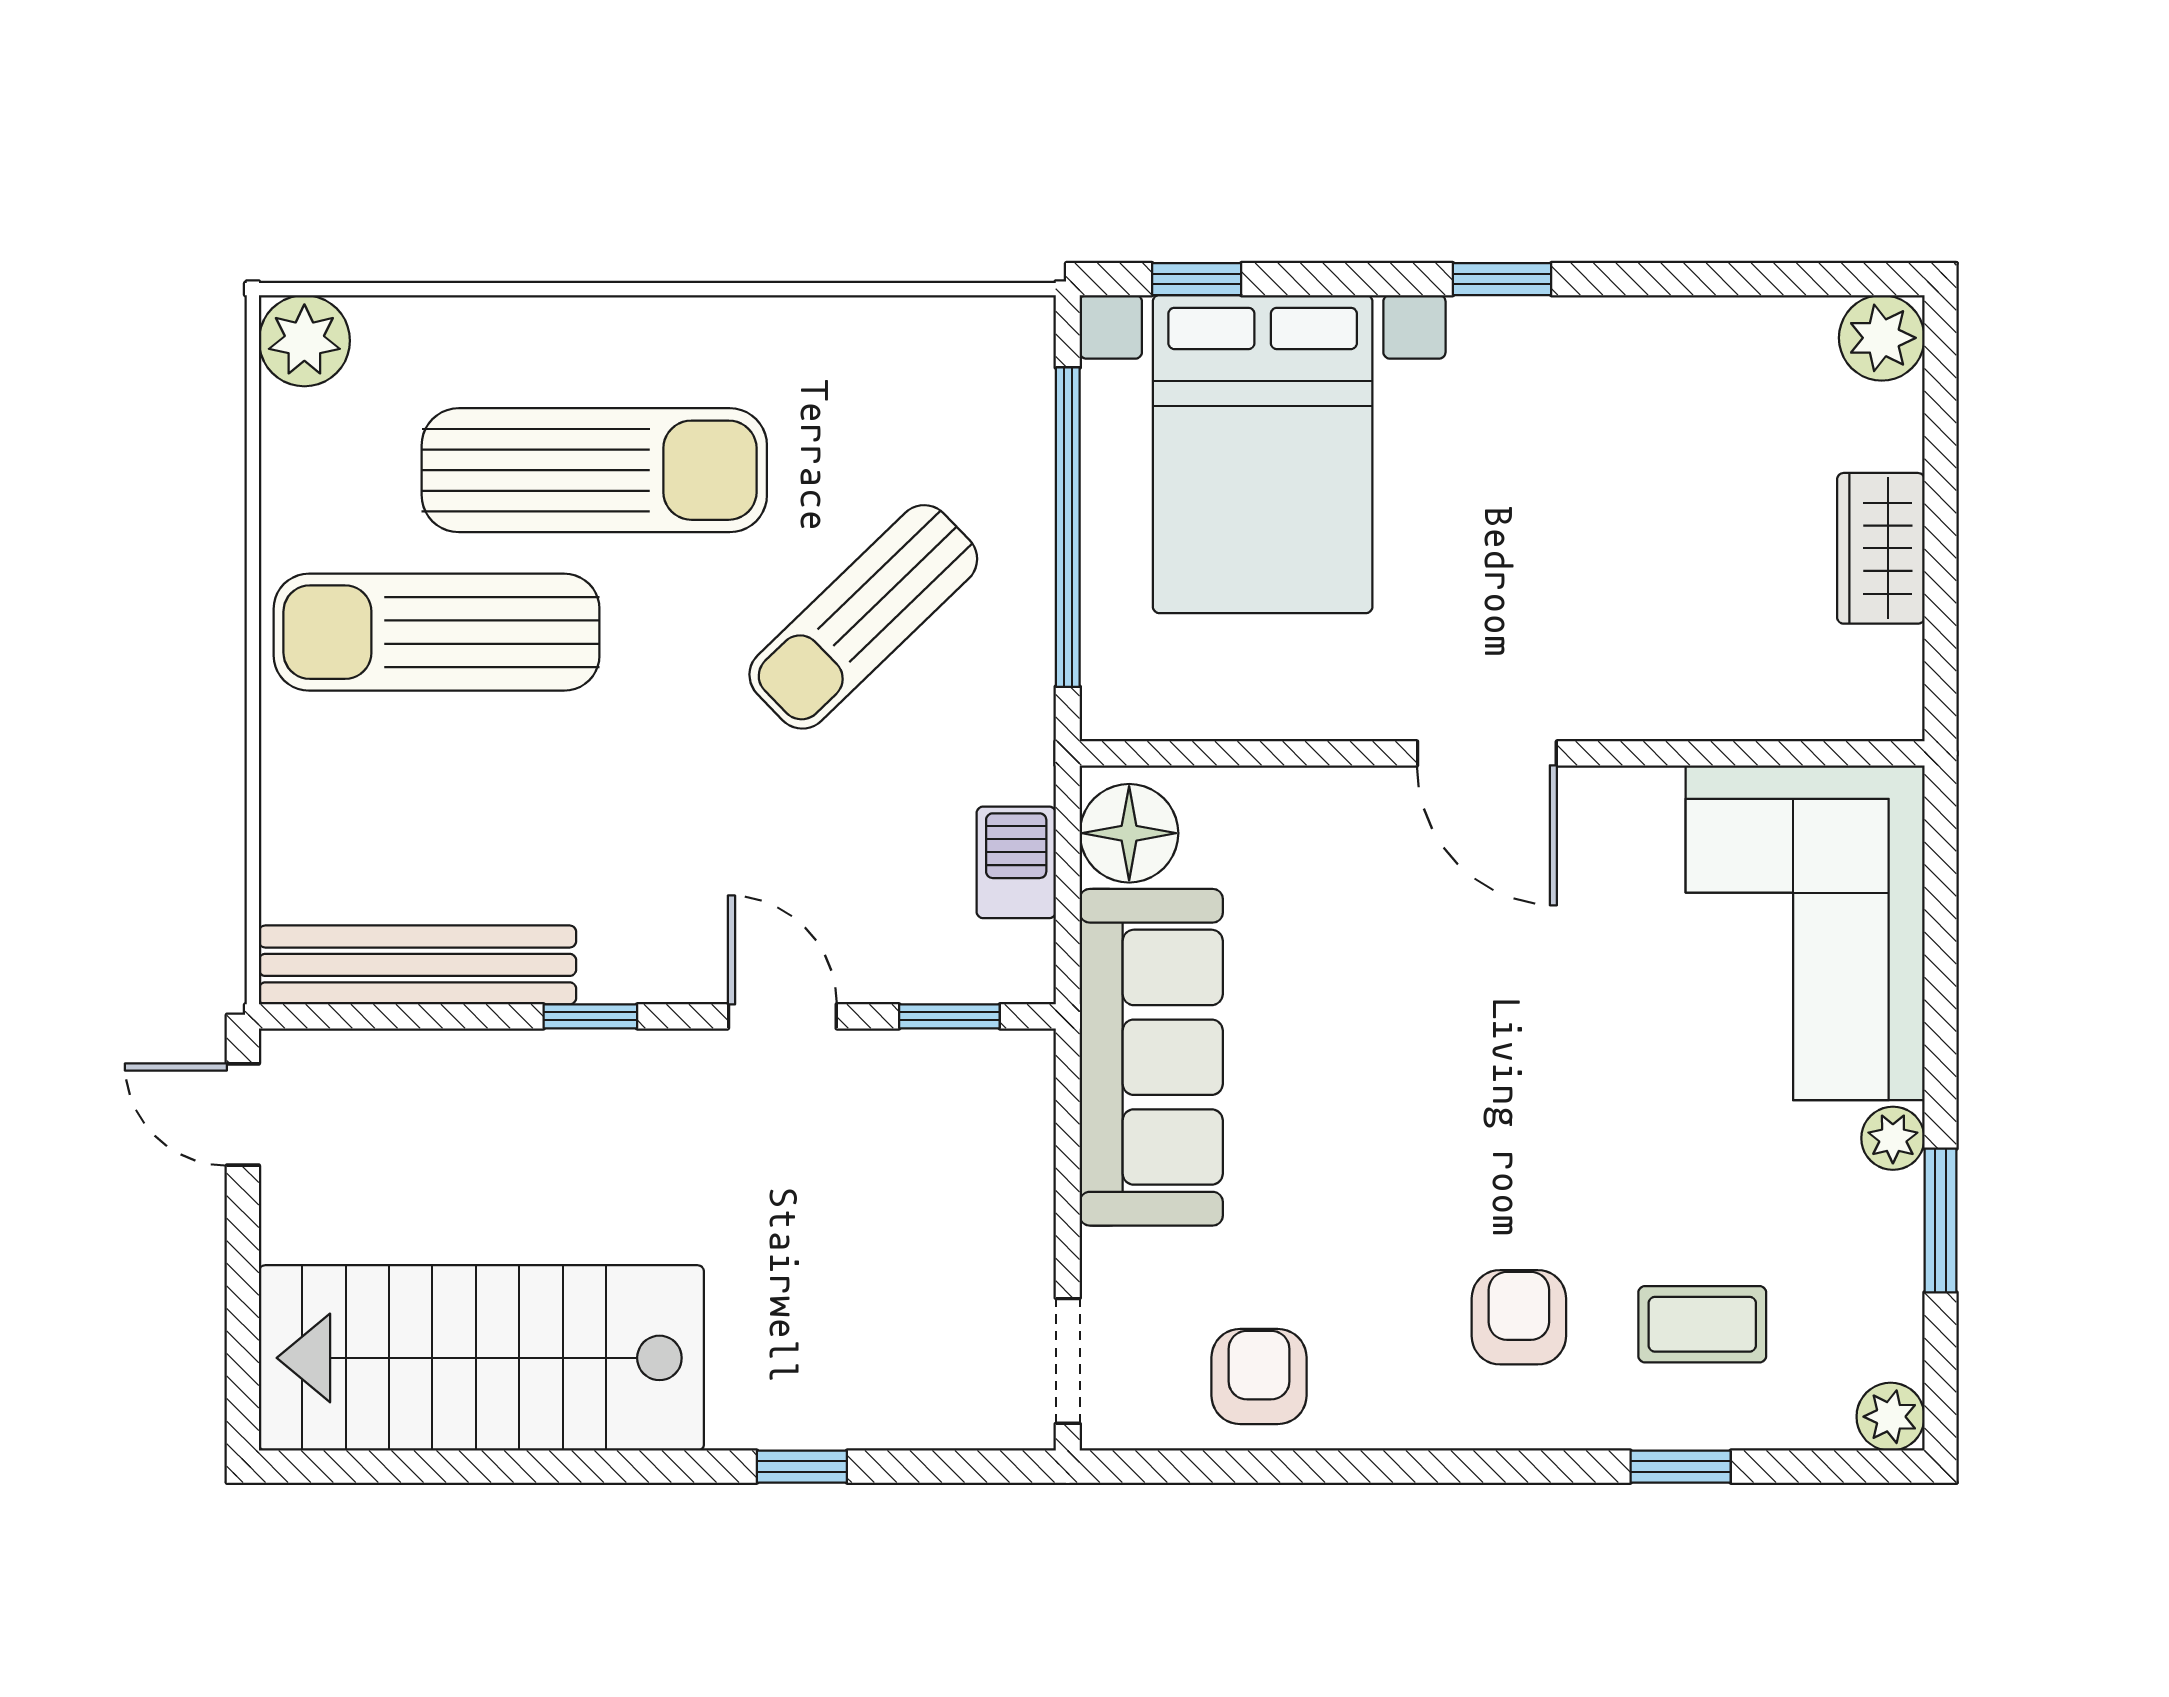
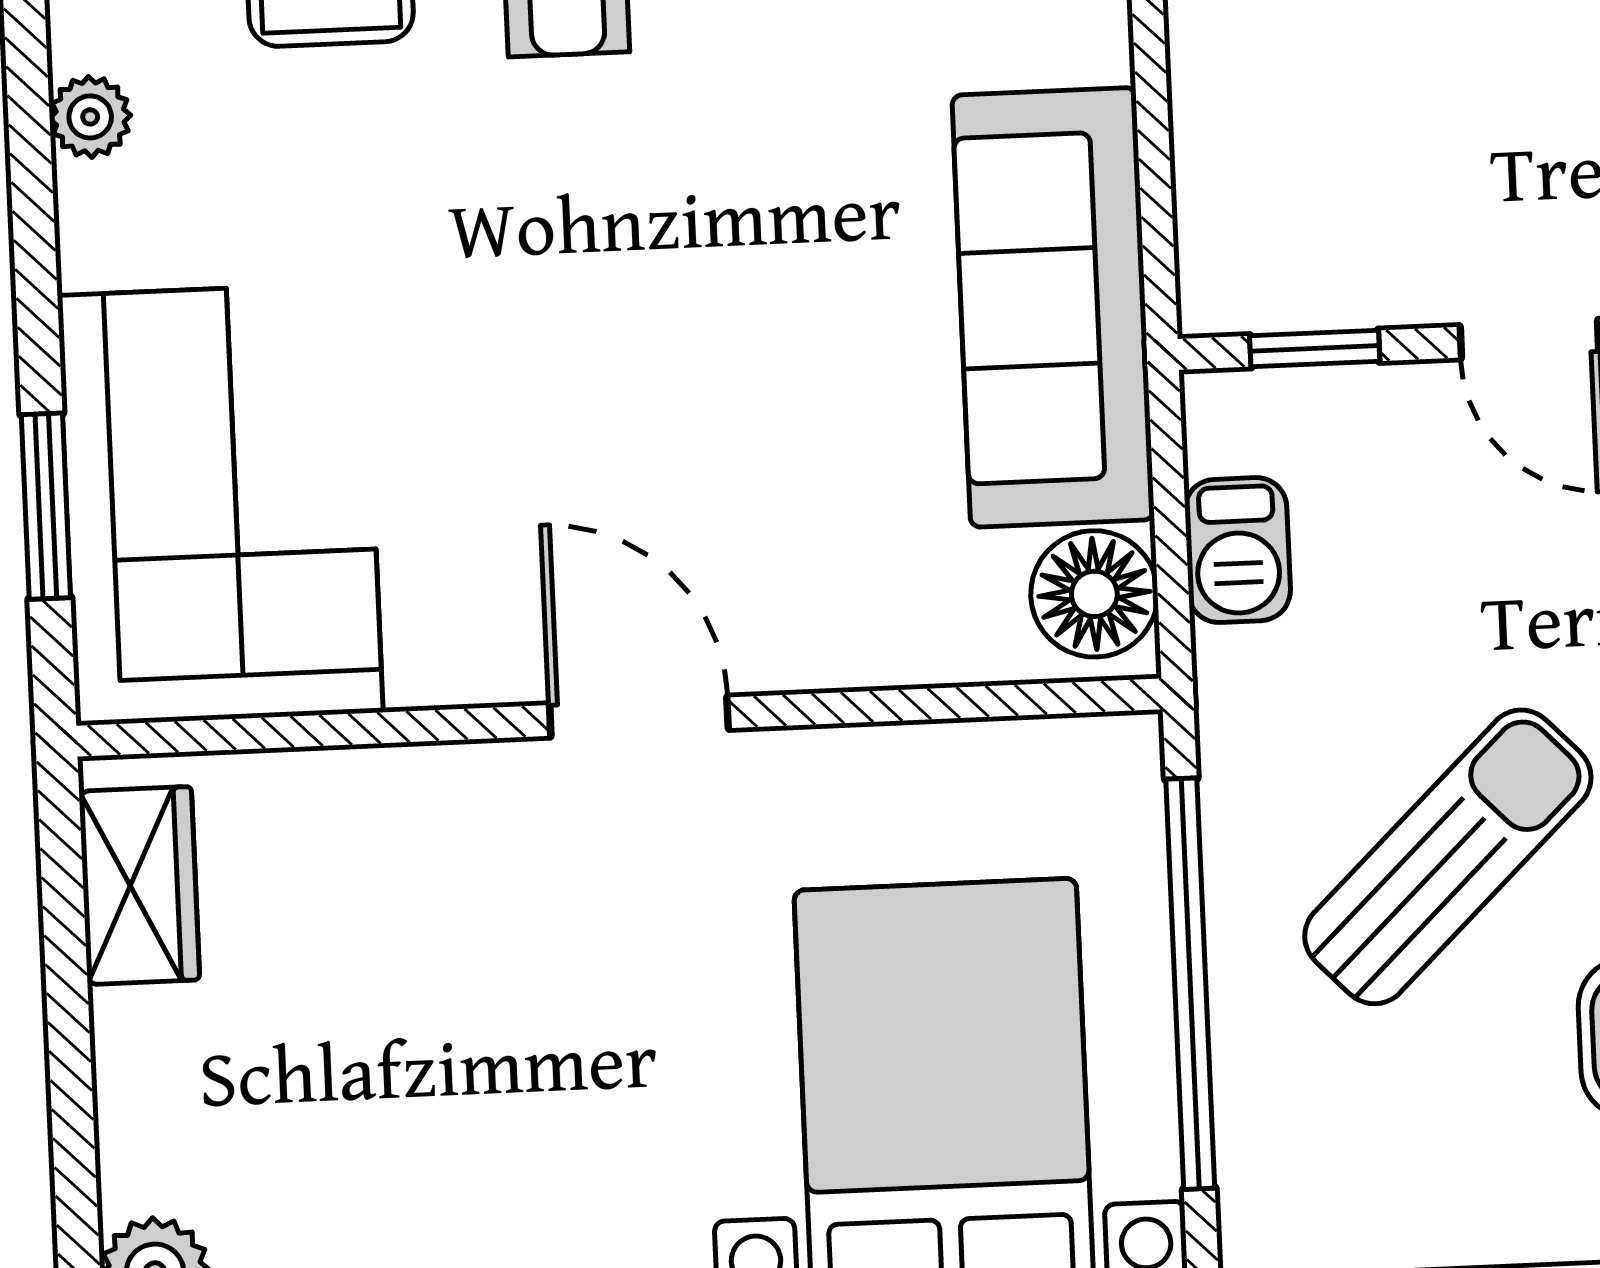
wardrobe: (1881, 548) -> (139, 886), moved
plant: (1893, 1138) -> (90, 117), moved
window: (1940, 1220) -> (46, 506), moved

